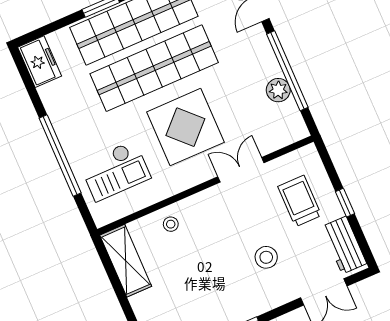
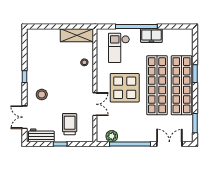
freezer: (40, 62) -> (151, 36), moved
plant: (278, 90) -> (112, 136), moved
trolley: (300, 201) -> (70, 124), turned -90
stool: (266, 257) -> (42, 95), moved

